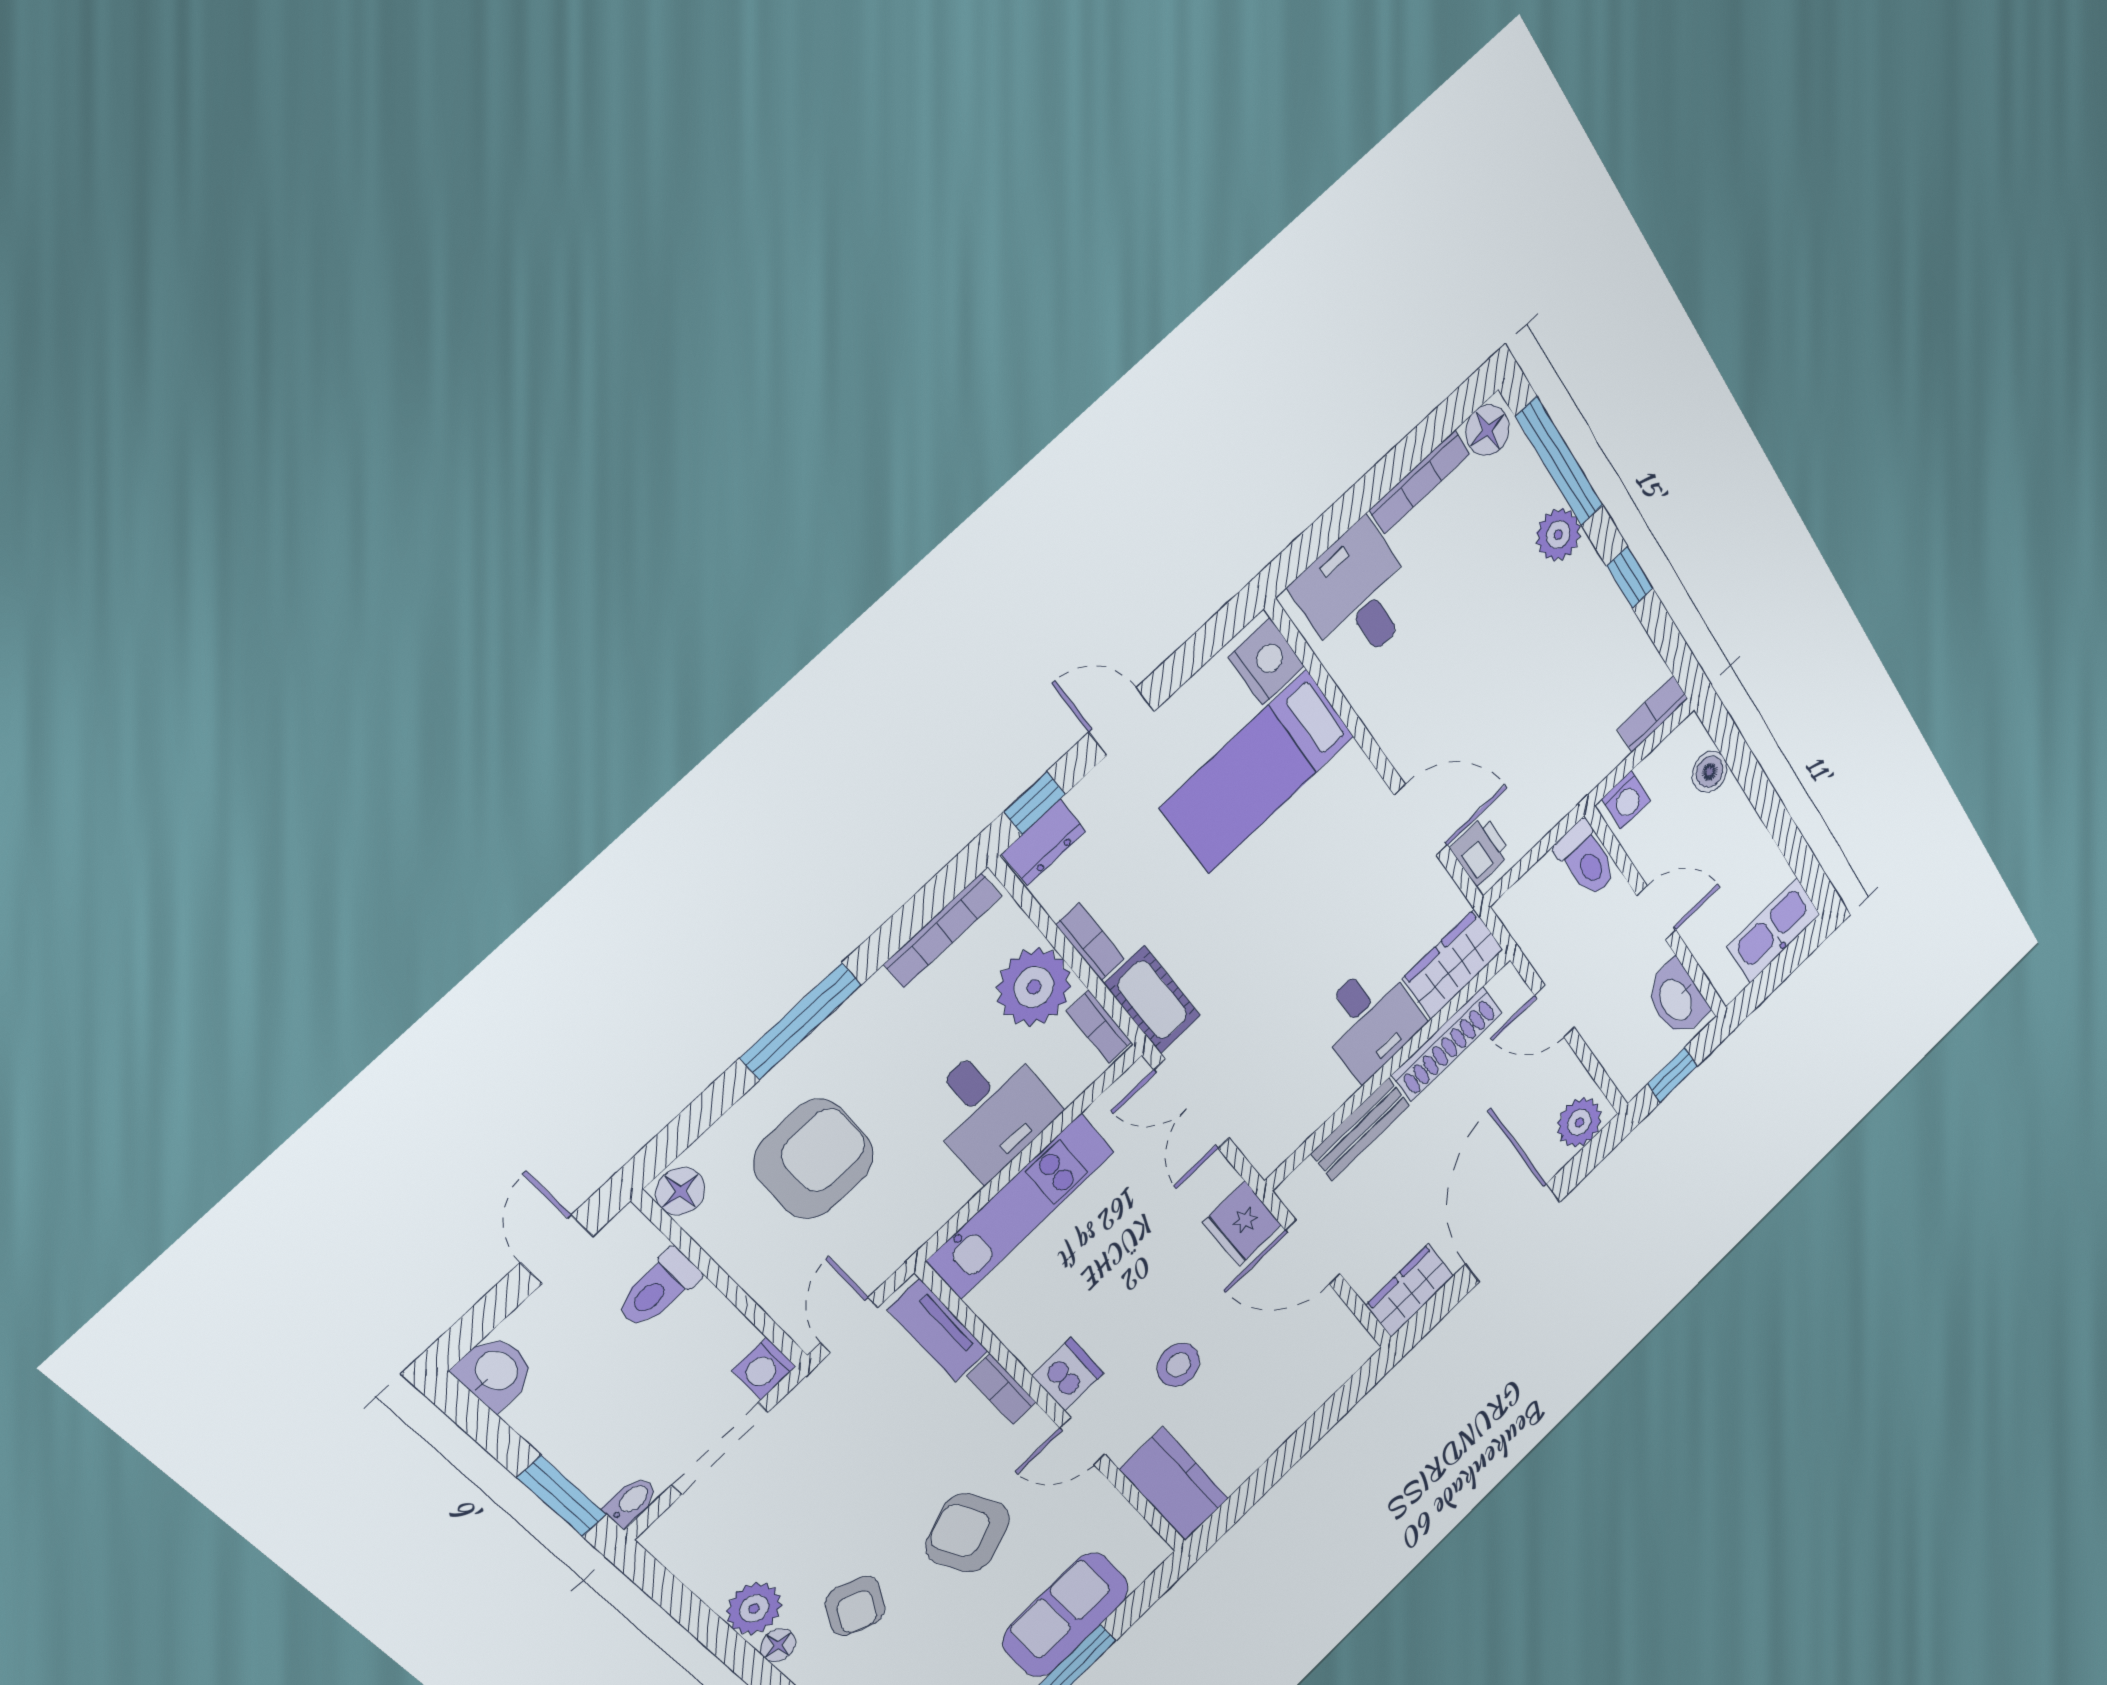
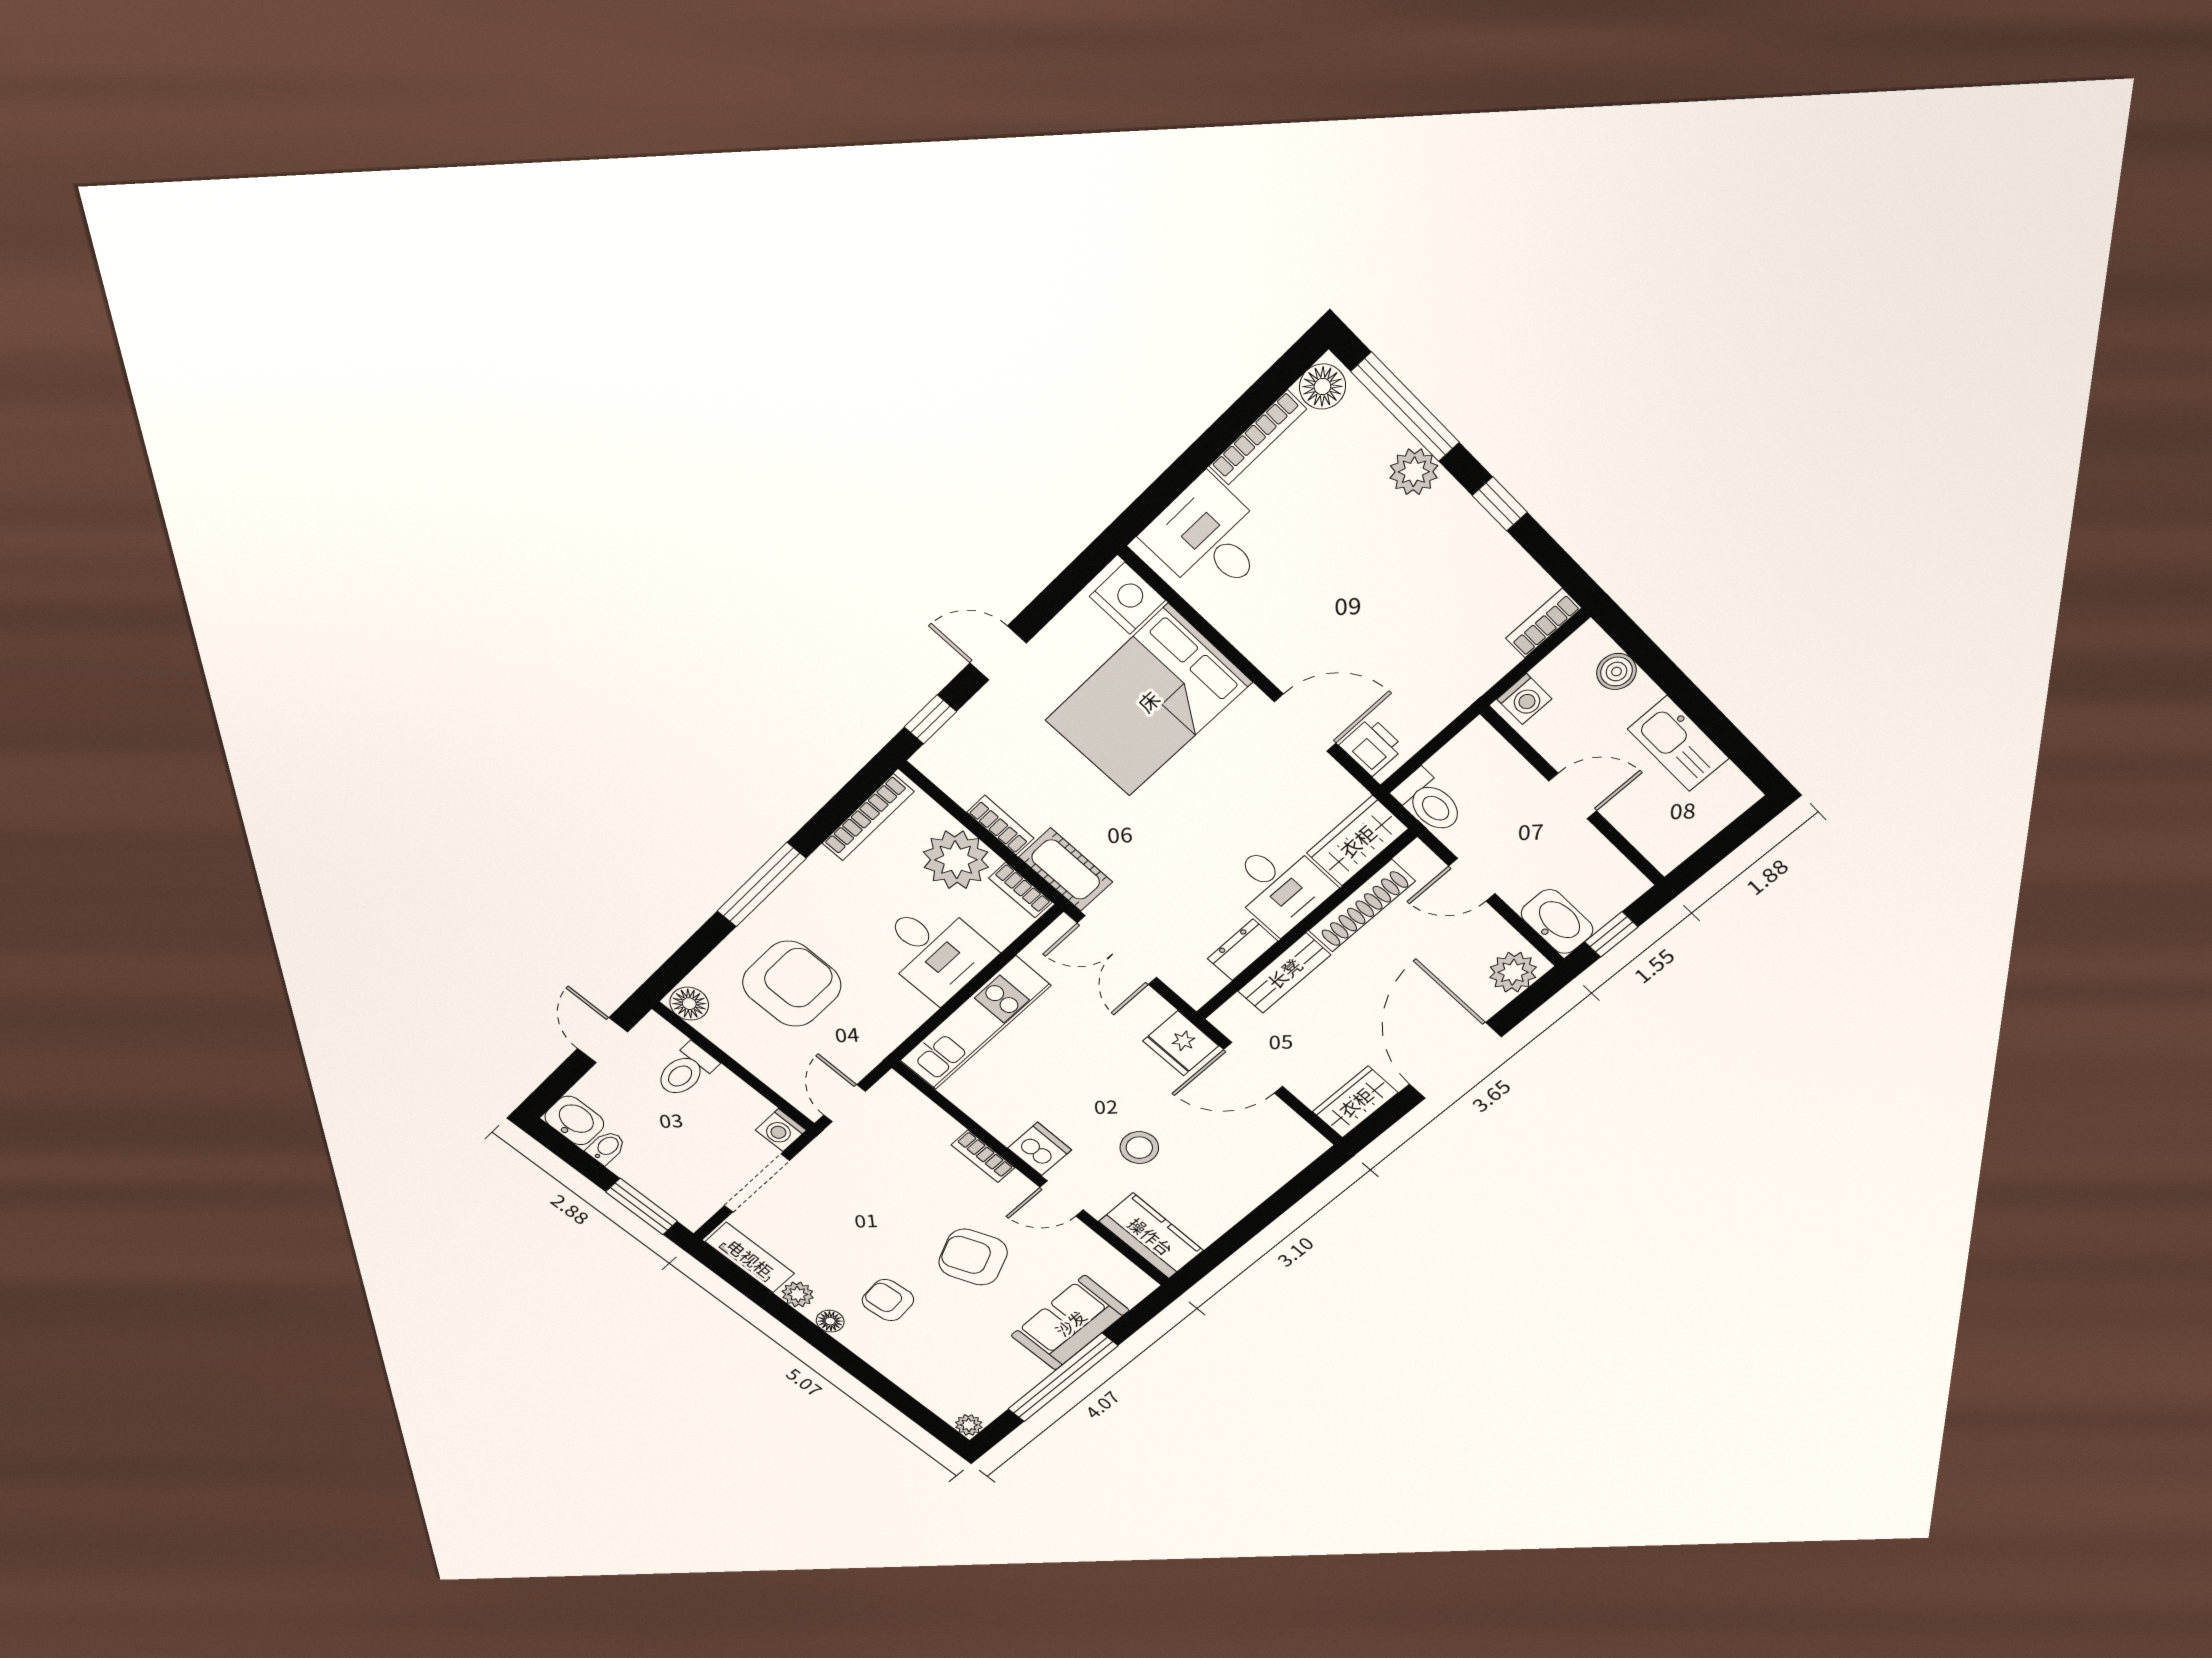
bed: (1257, 772) -> (1148, 701), width x1.50
dresser: (1044, 842) -> (1243, 950), moved, turned 180
toilet: (1586, 859) -> (1429, 802), moved
kitchen sink: (1774, 930) -> (1678, 744), moved, turned -90
washbasin: (1677, 999) -> (1557, 922), moved, turned 180
tv unit: (938, 1330) -> (750, 1258), moved, turned 180
bidet: (631, 1501) -> (606, 1147), moved
armchair: (855, 1606) -> (888, 1300), turned 148
plant: (754, 1608) -> (798, 1294), width x0.73, depth x0.73

